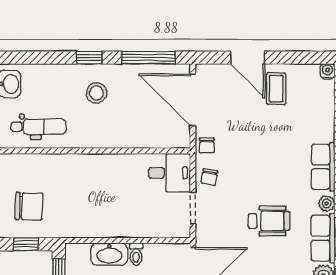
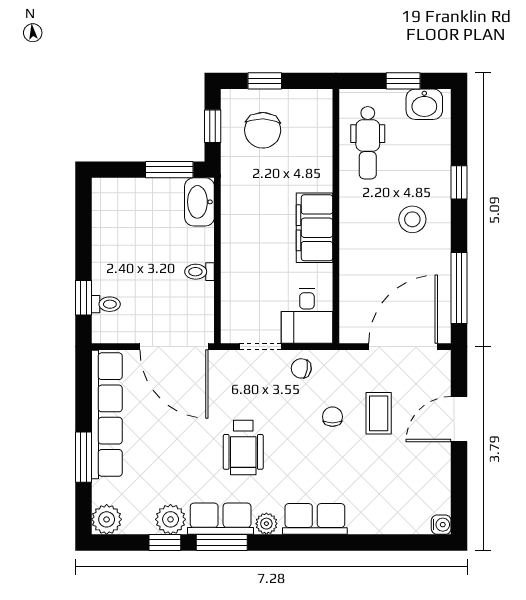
window: (89, 58) -> (459, 182), moved
coffee table: (276, 89) -> (379, 413), moved, turned 90
chair: (207, 146) -> (332, 417), moved, turned 90
filing cabinet: (103, 167) -> (314, 228), added
washbasin: (109, 254) -> (199, 202), moved

